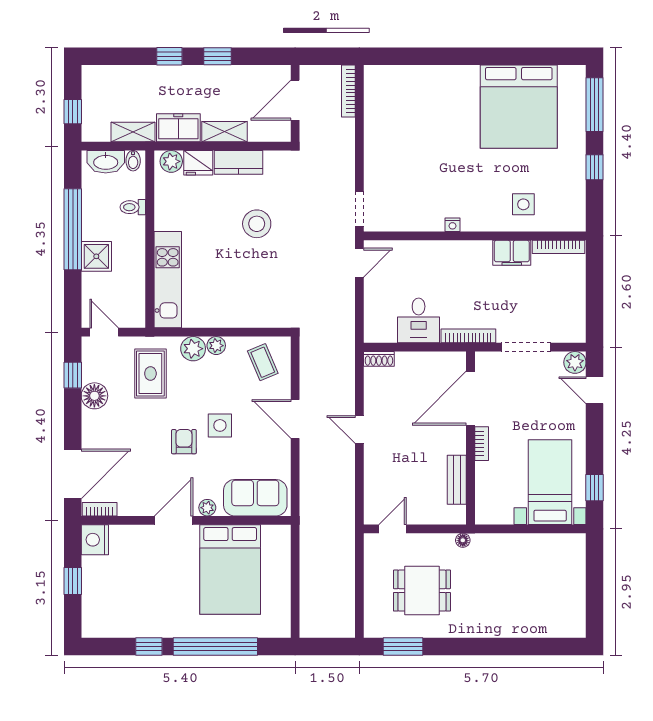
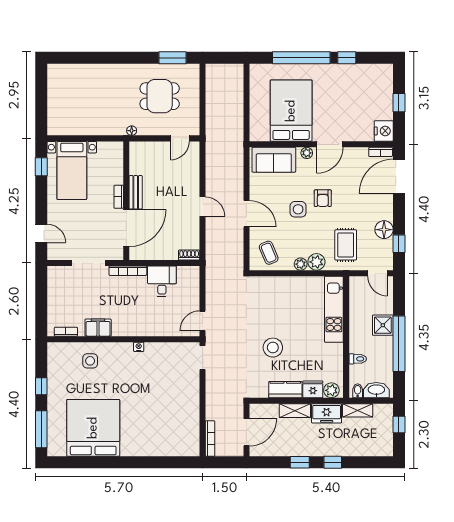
bookcase: (559, 247) -> (66, 332), width x0.64
plant: (575, 362) -> (55, 252), removed
bench: (457, 480) -> (136, 192), moved

